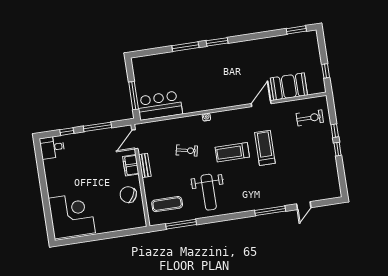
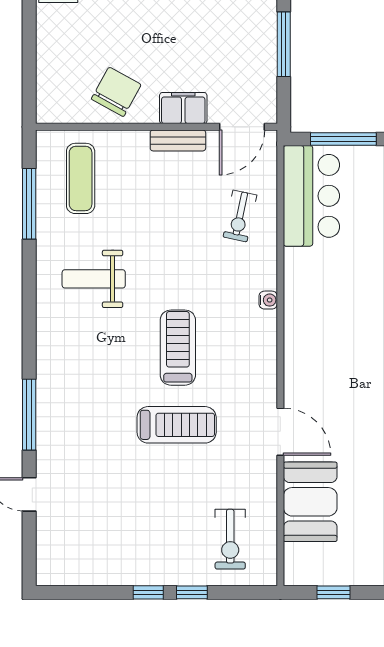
door: (135, 139) -> (242, 127), swing flipped
exercise bike: (187, 150) -> (240, 216), moved
weight bench: (209, 192) -> (94, 279), width x0.73, depth x0.75

